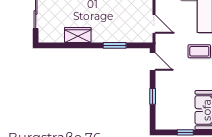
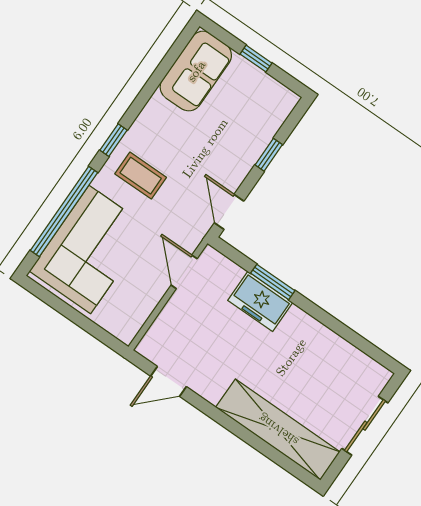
freezer: (114, 34) -> (260, 301), added
wardrobe: (78, 35) -> (321, 341), removed

